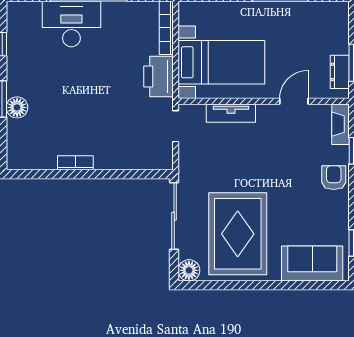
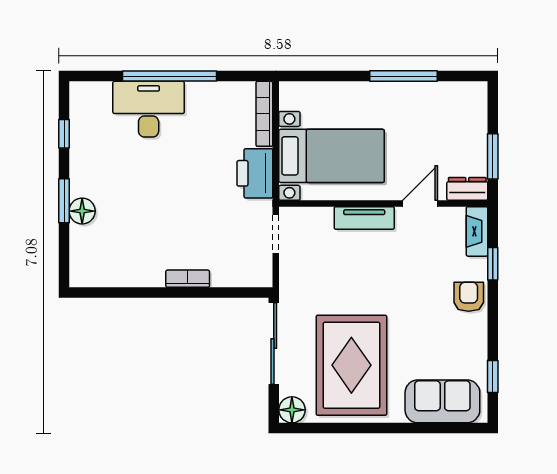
dresser: (340, 72) -> (467, 189), moved, turned 90
tv unit: (231, 113) -> (364, 218), moved
bookcase: (75, 163) -> (188, 279), moved

